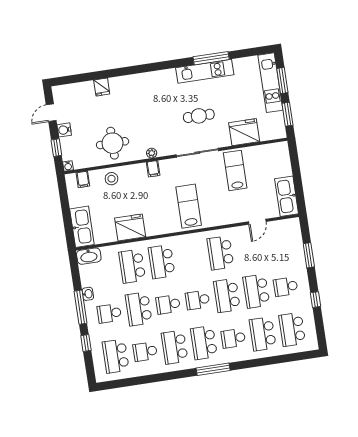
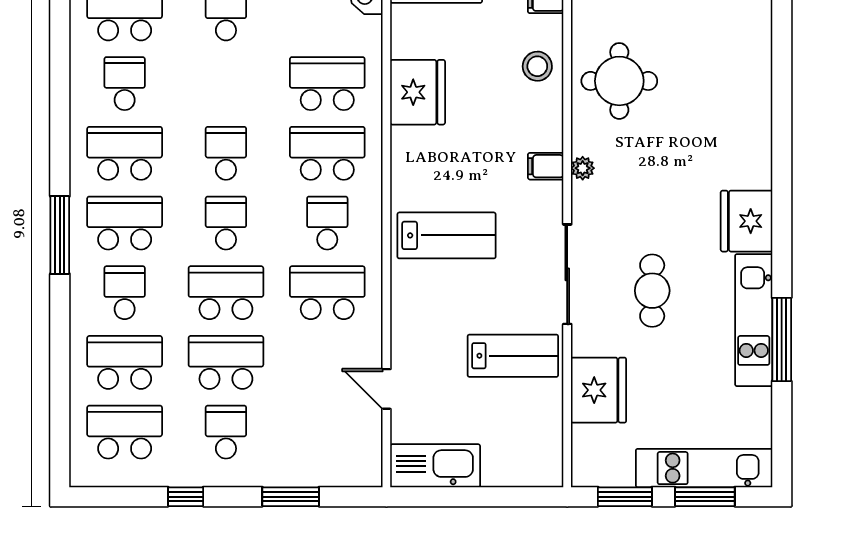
fridge: (102, 87) -> (747, 221), moved, width x1.88, depth x1.34
school desk: (139, 309) -> (327, 223), moved, width x0.54

